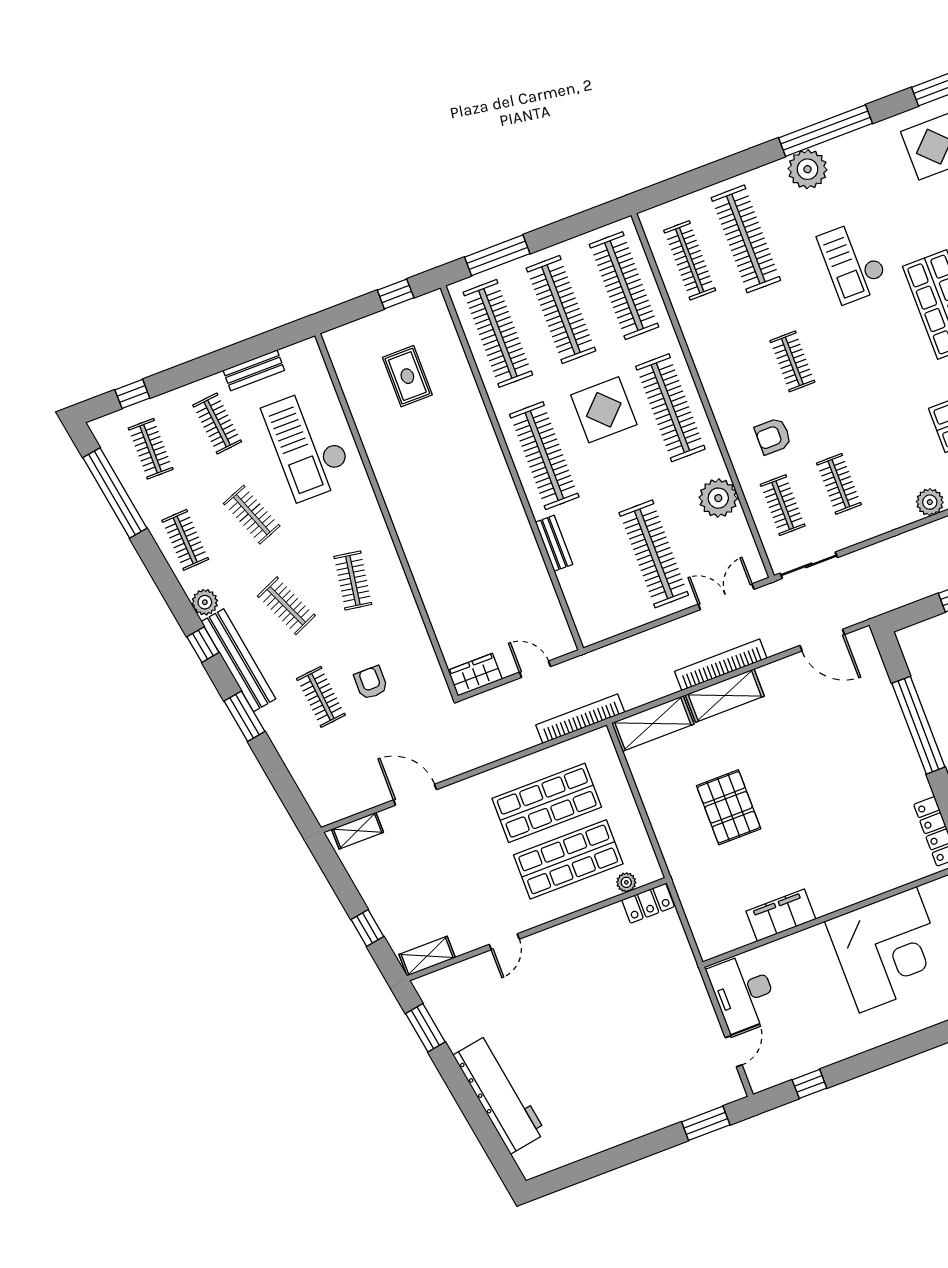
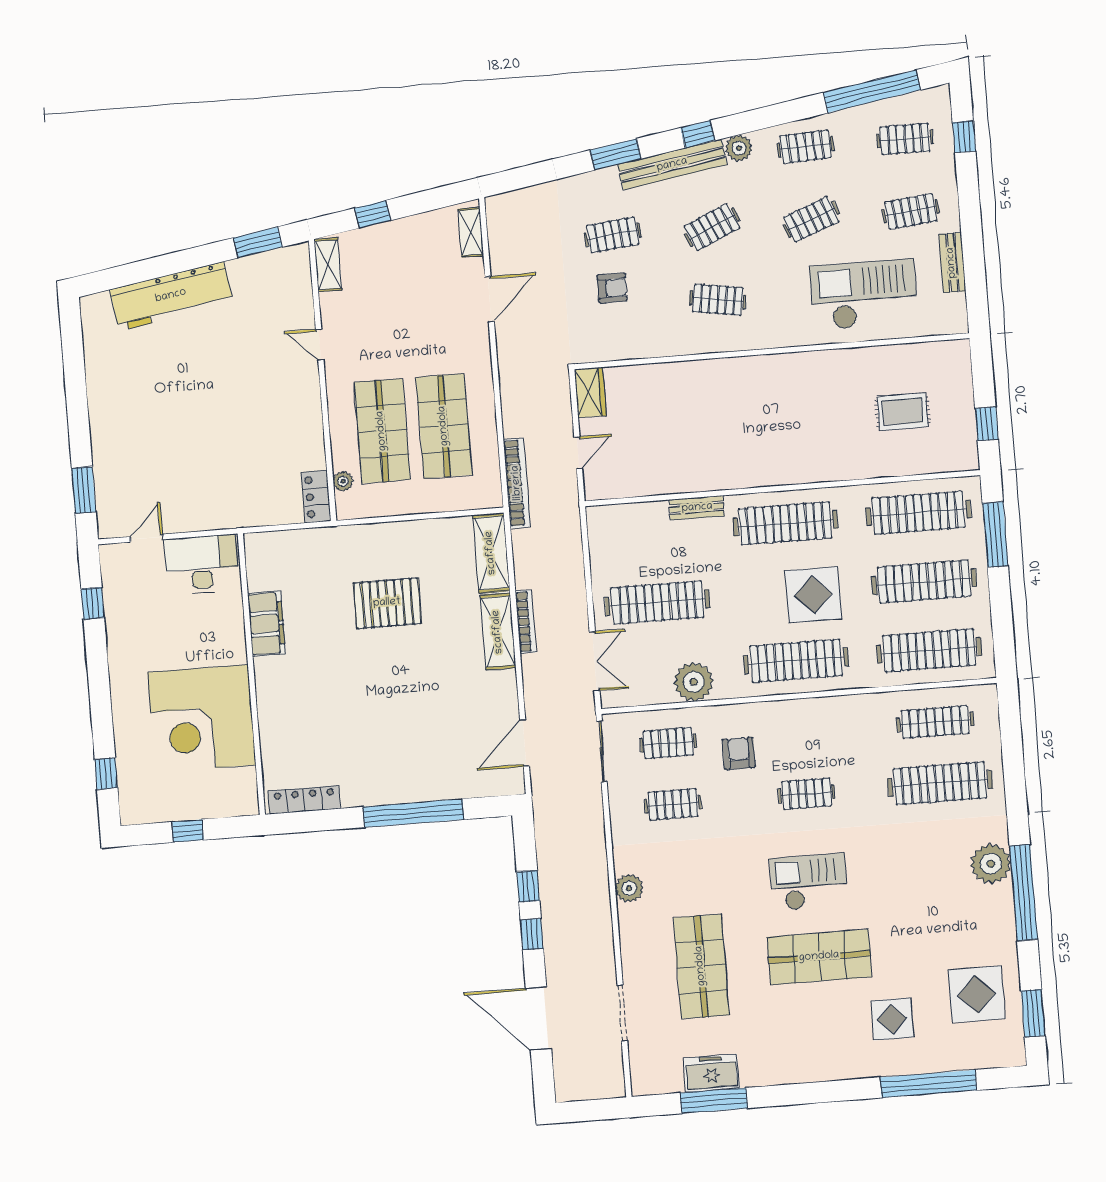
checkout: (853, 262) -> (809, 882), moved
bookcase: (721, 665) -> (526, 622), width x0.68, depth x0.76
door: (734, 1051) -> (146, 538), swing flipped

